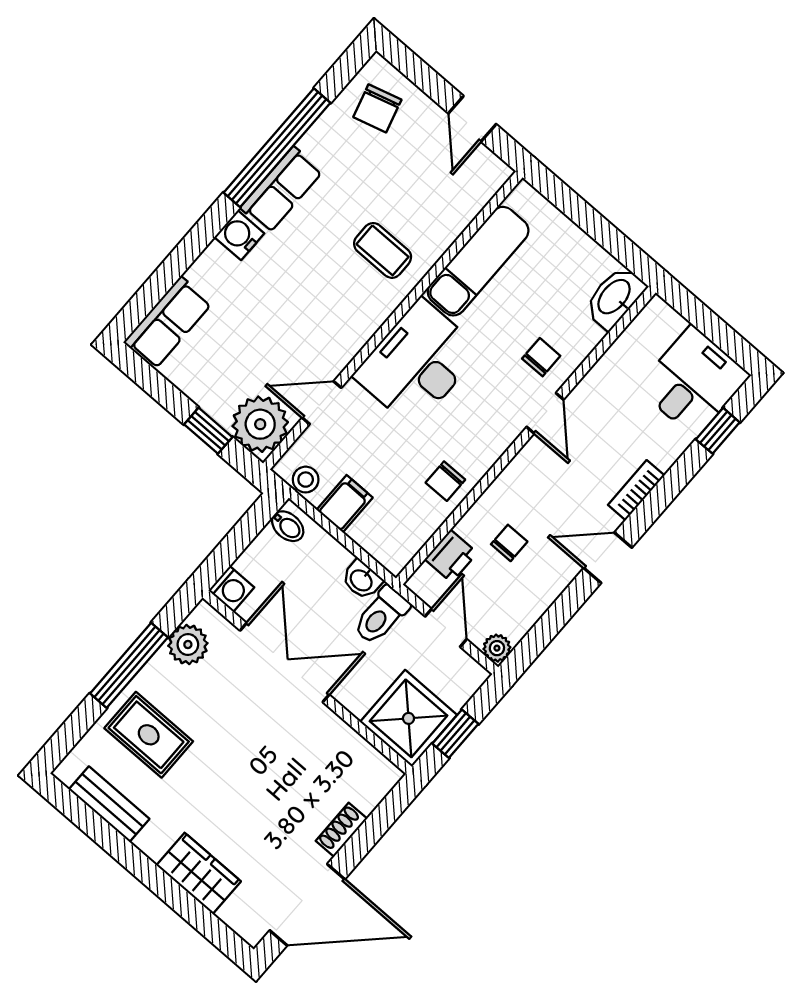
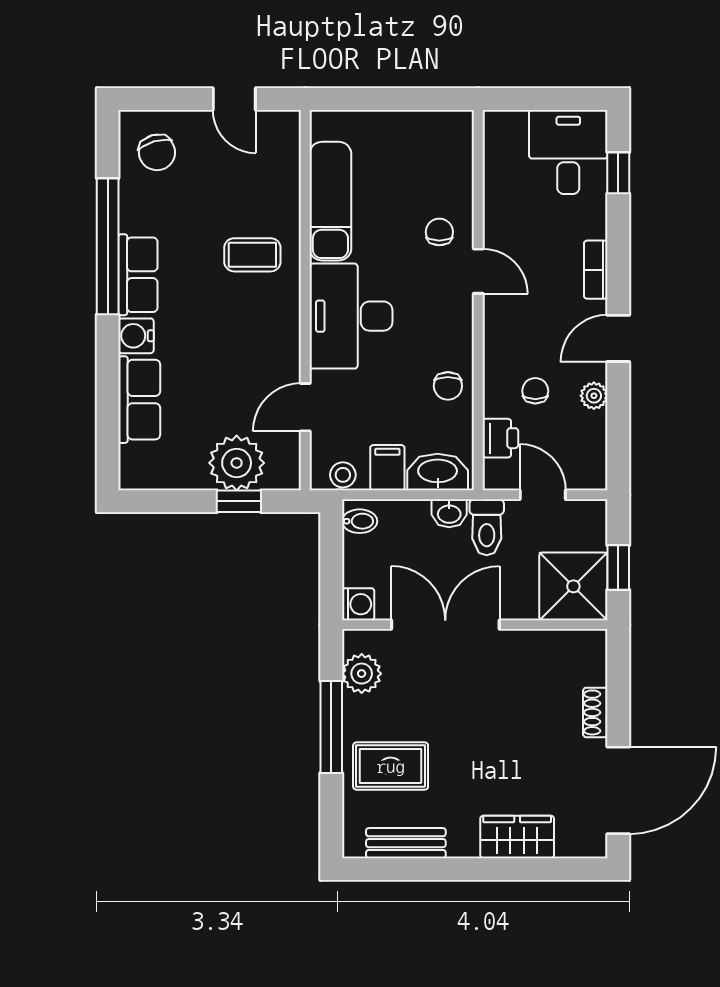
washbasin: (615, 297) -> (438, 472), moved, turned 90
row of seats: (168, 323) -> (139, 400), moved
plant: (260, 424) -> (237, 463), moved
plant: (497, 648) -> (594, 396), moved

